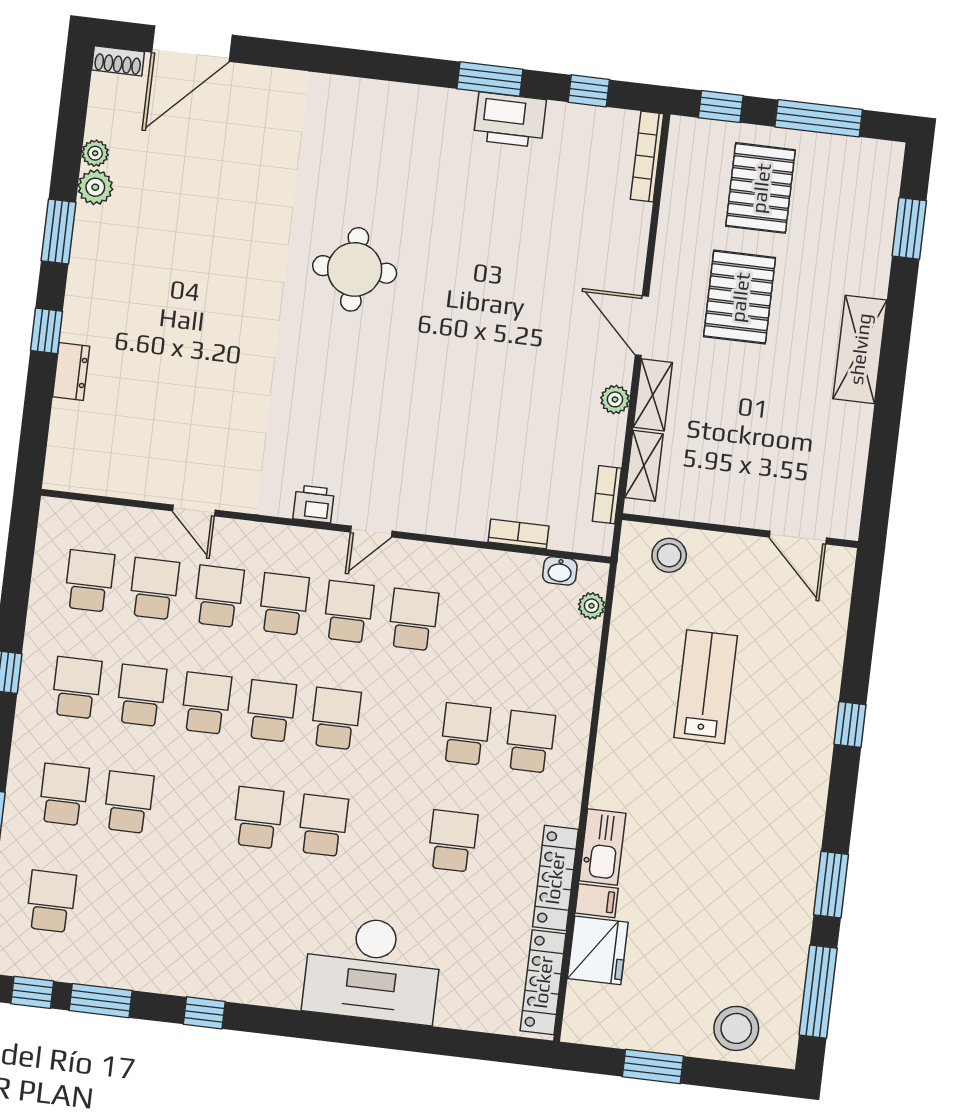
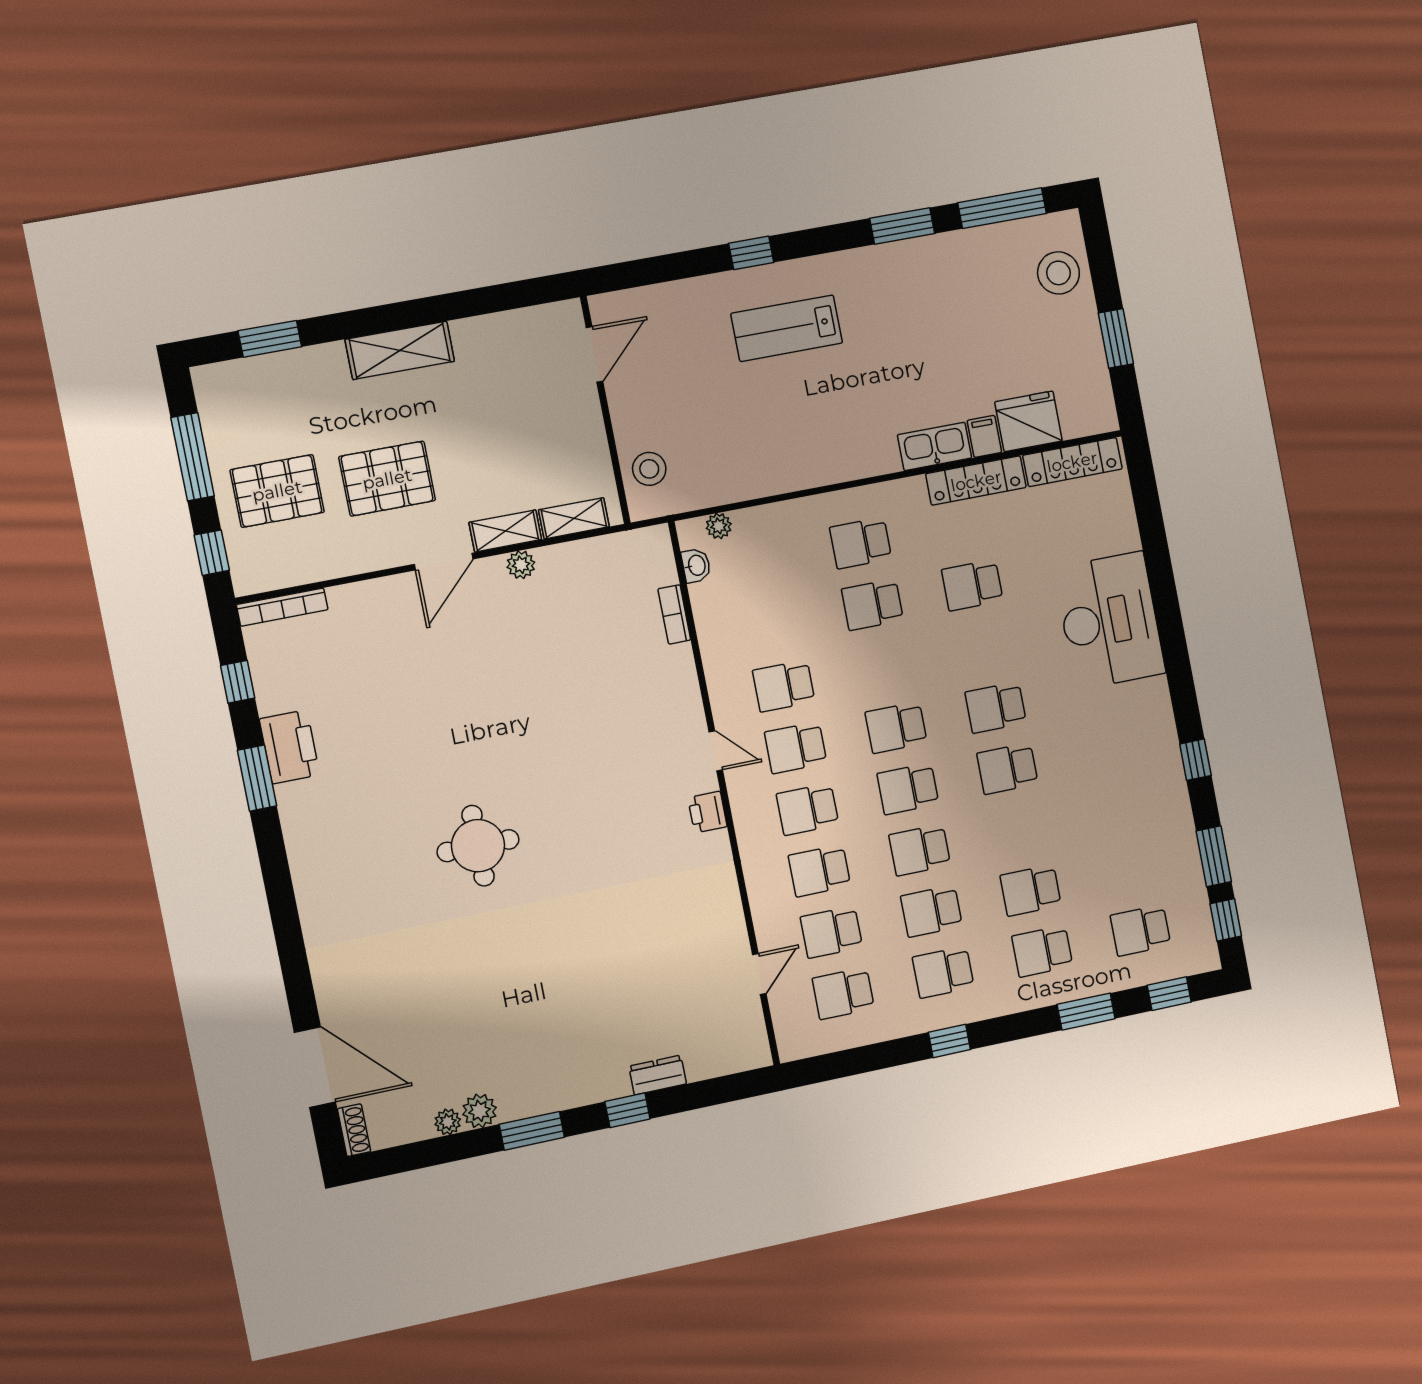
bookcase: (607, 495) -> (612, 544), removed
door: (194, 510) -> (759, 974), moved
lab bench: (706, 687) -> (787, 328), moved

